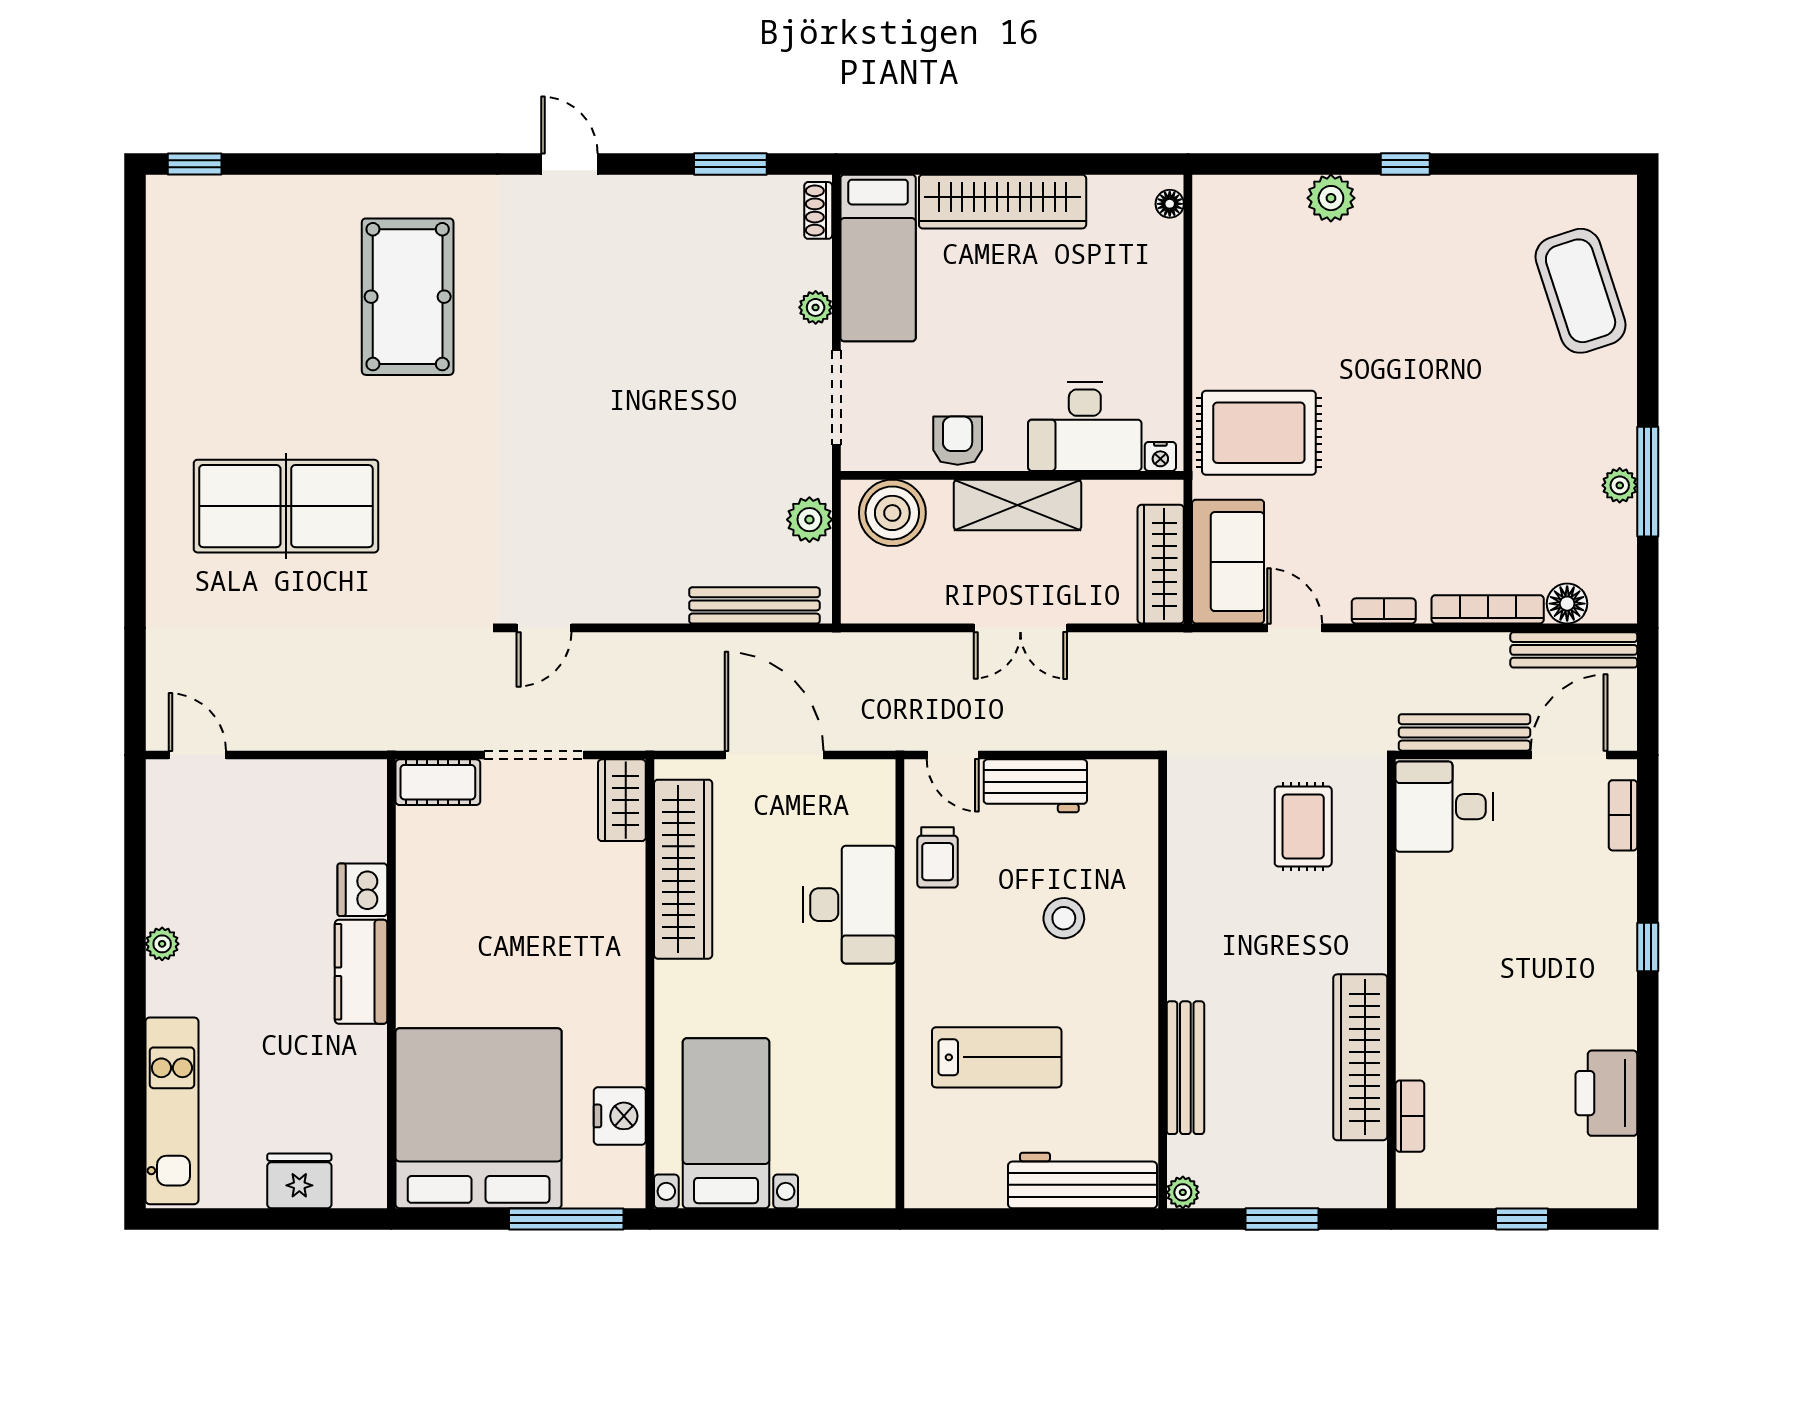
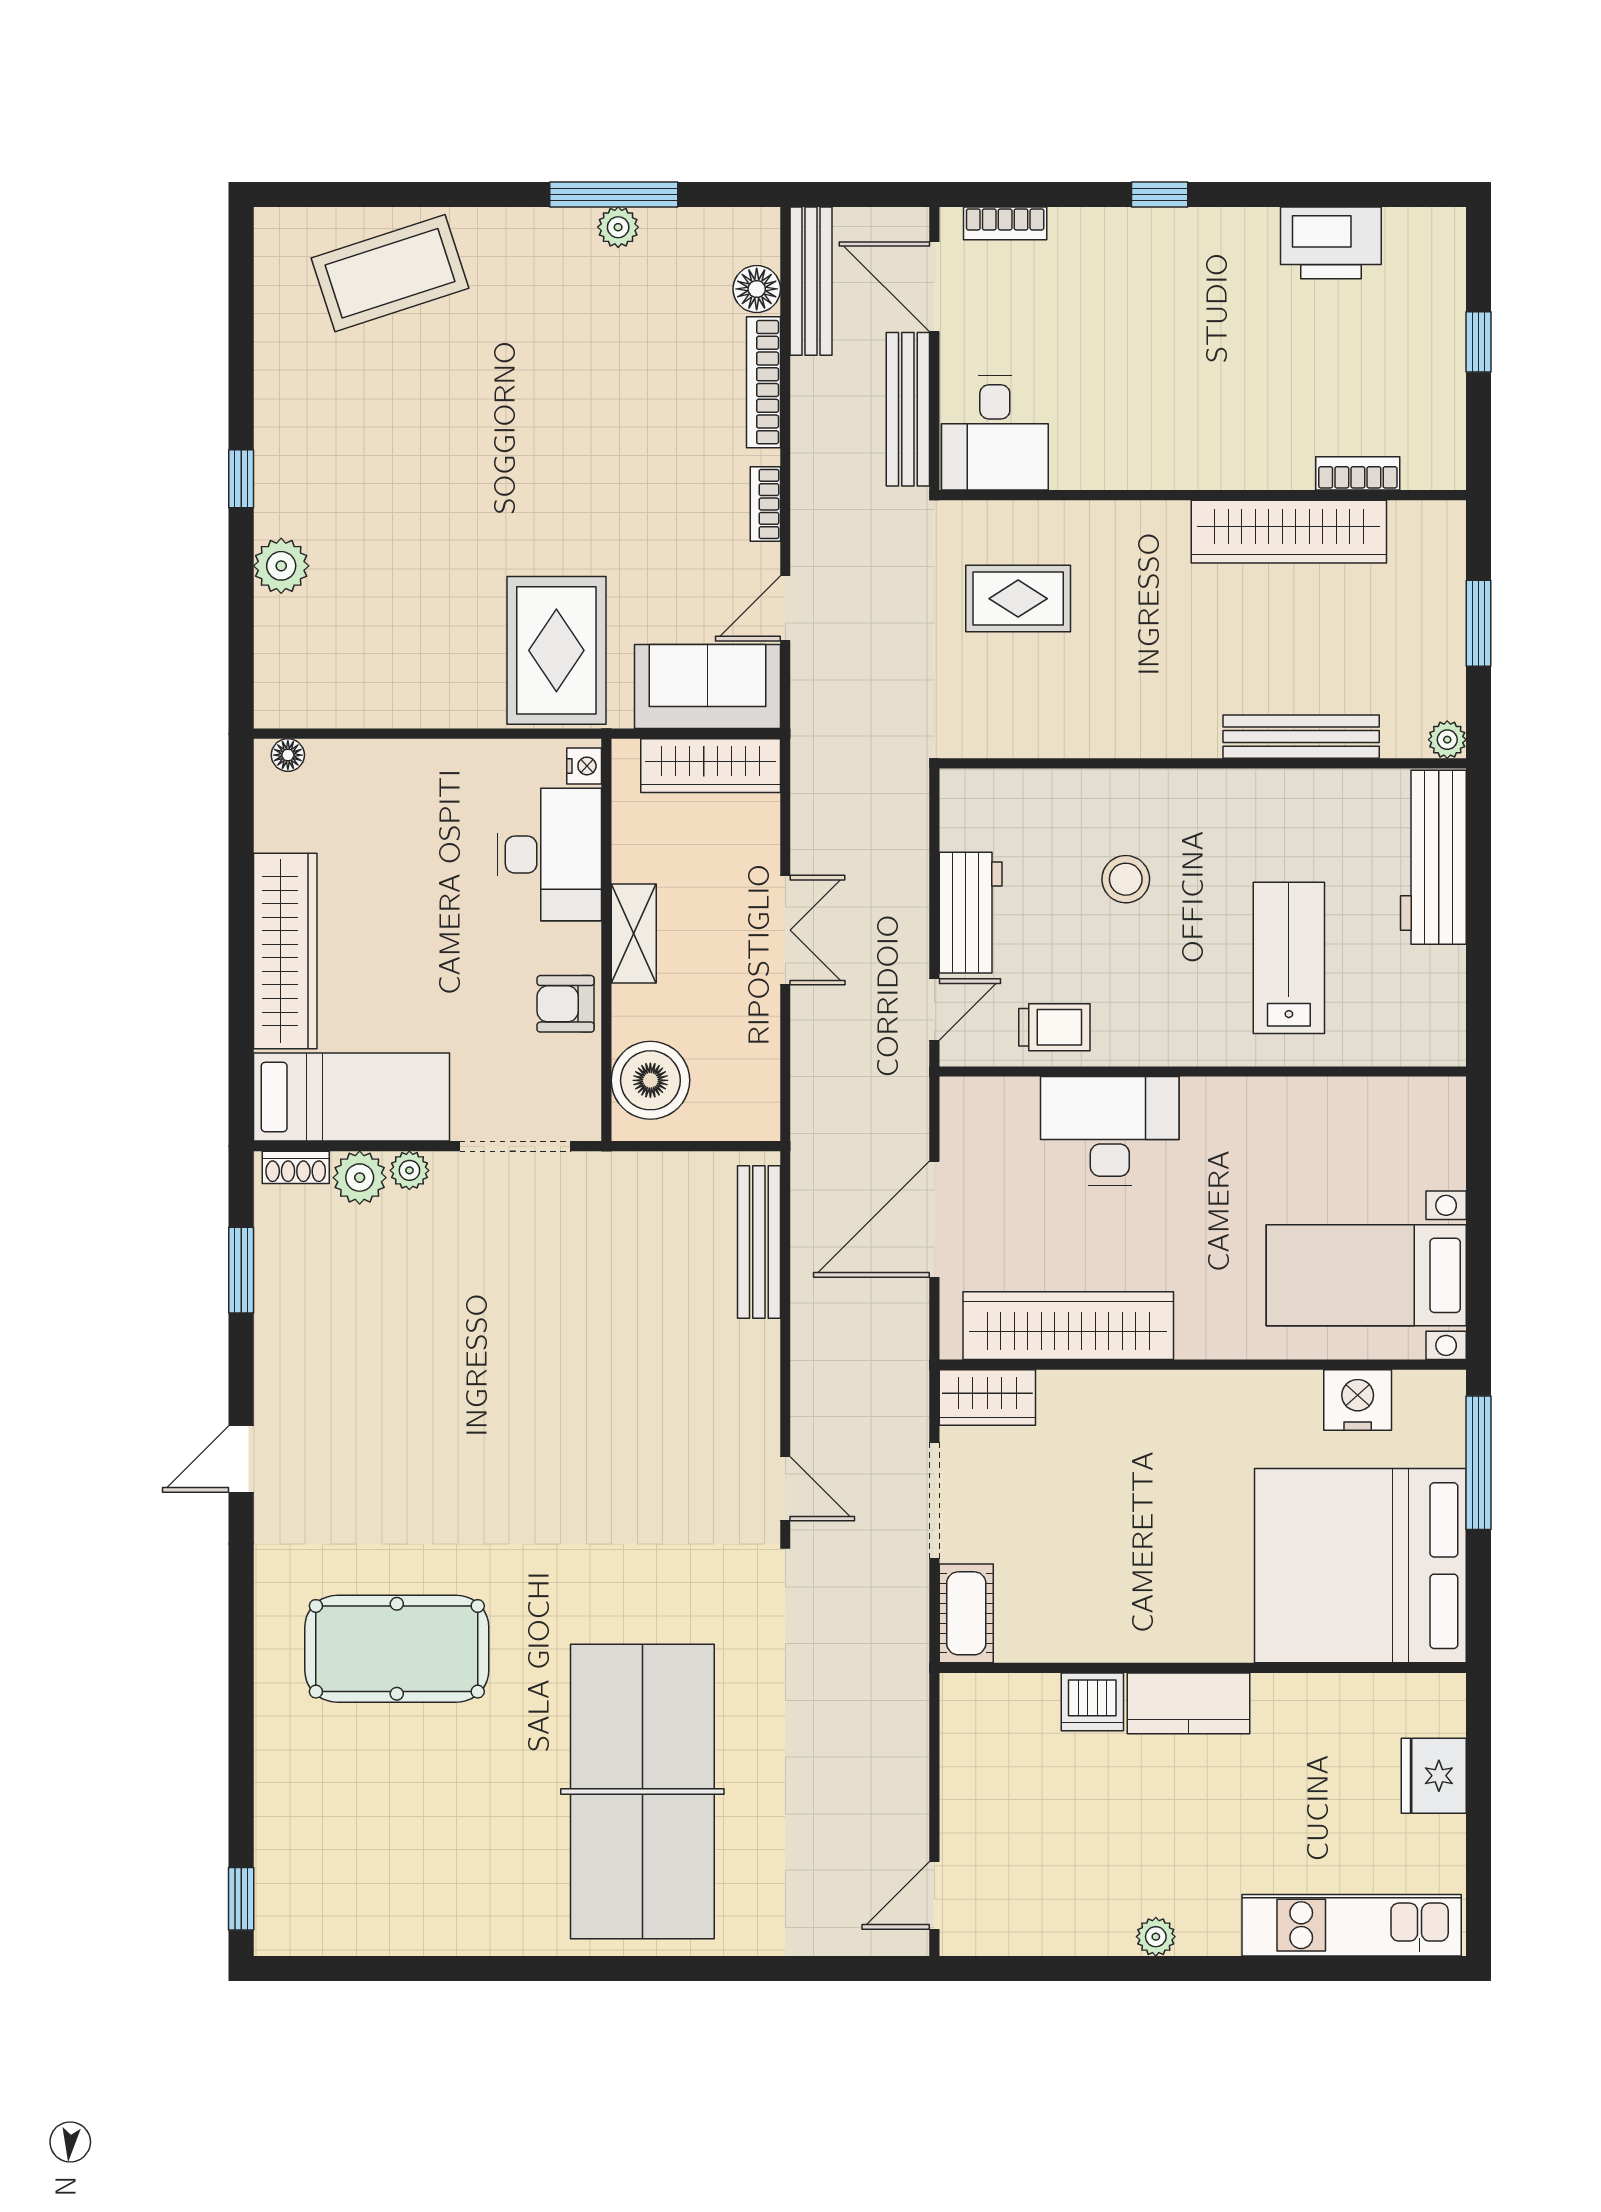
shelving: (1018, 505) -> (634, 933), width x0.67, depth x0.75
table tennis table: (286, 506) -> (642, 1792), width x1.36, depth x1.32
plant: (809, 520) -> (360, 1178), moved

